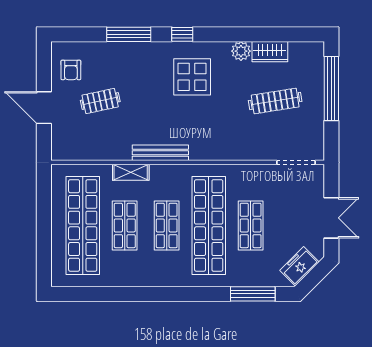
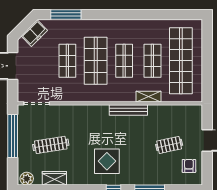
plant: (241, 51) -> (27, 179), moved
window: (331, 88) -> (13, 136), moved
shop shelf: (209, 225) -> (96, 61), width x0.71

